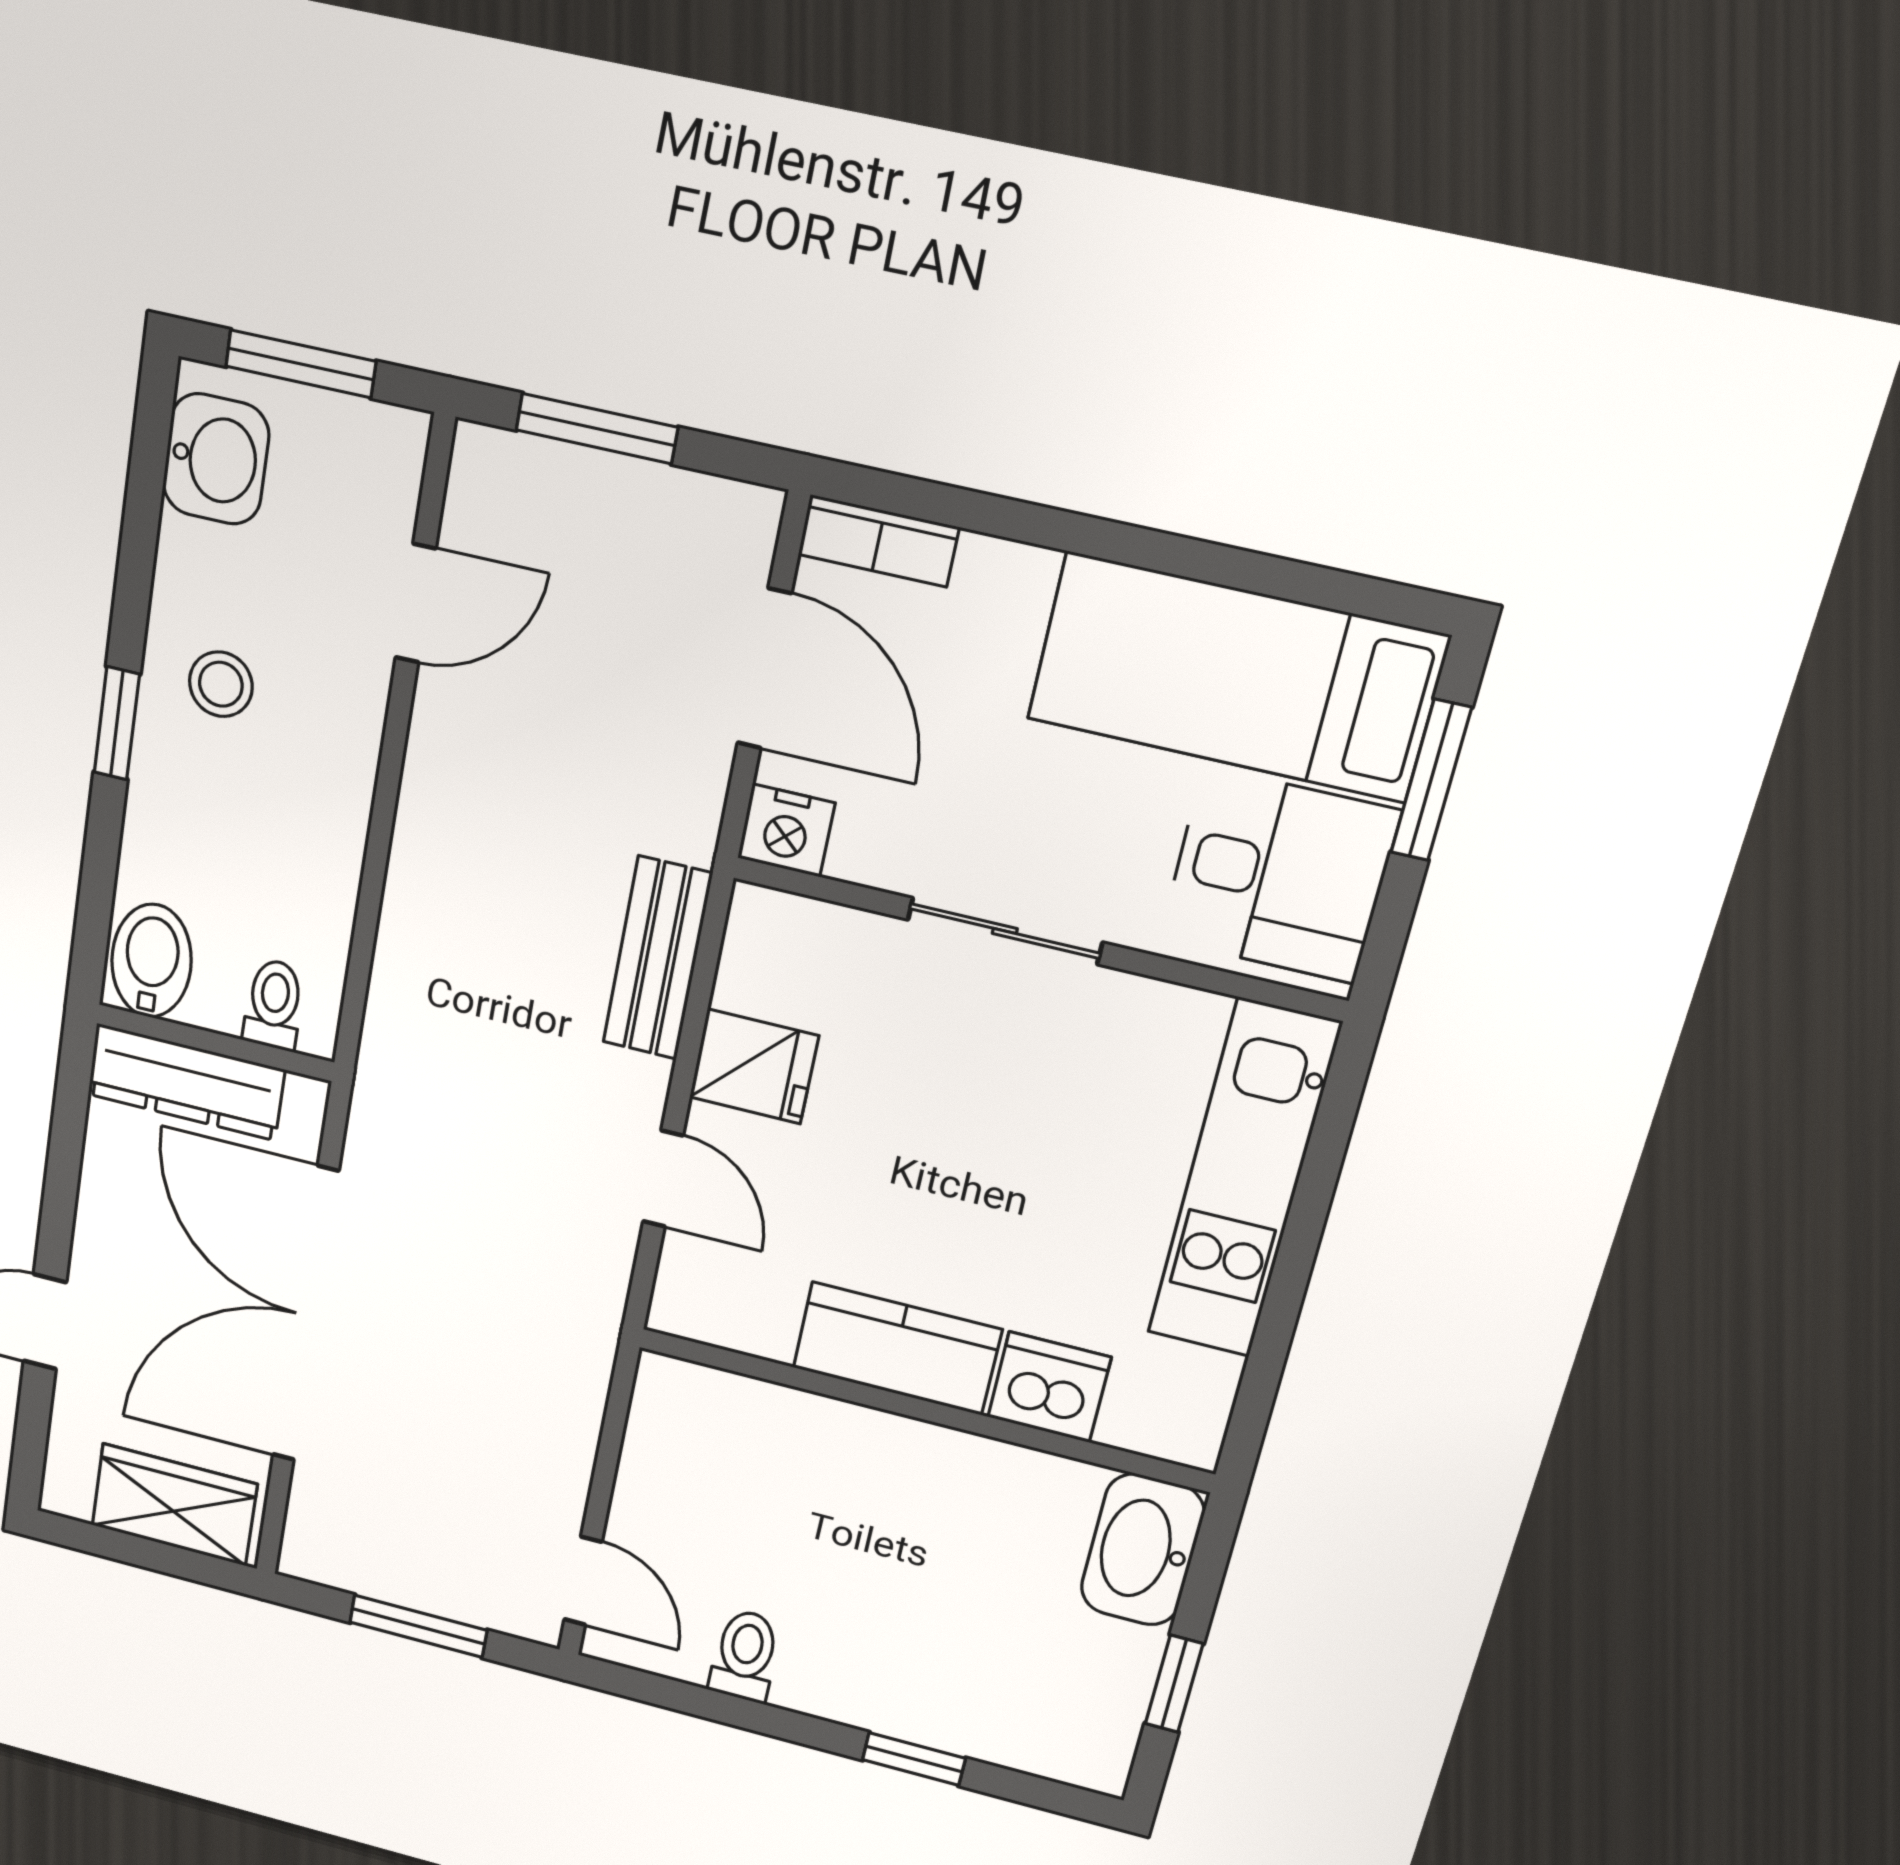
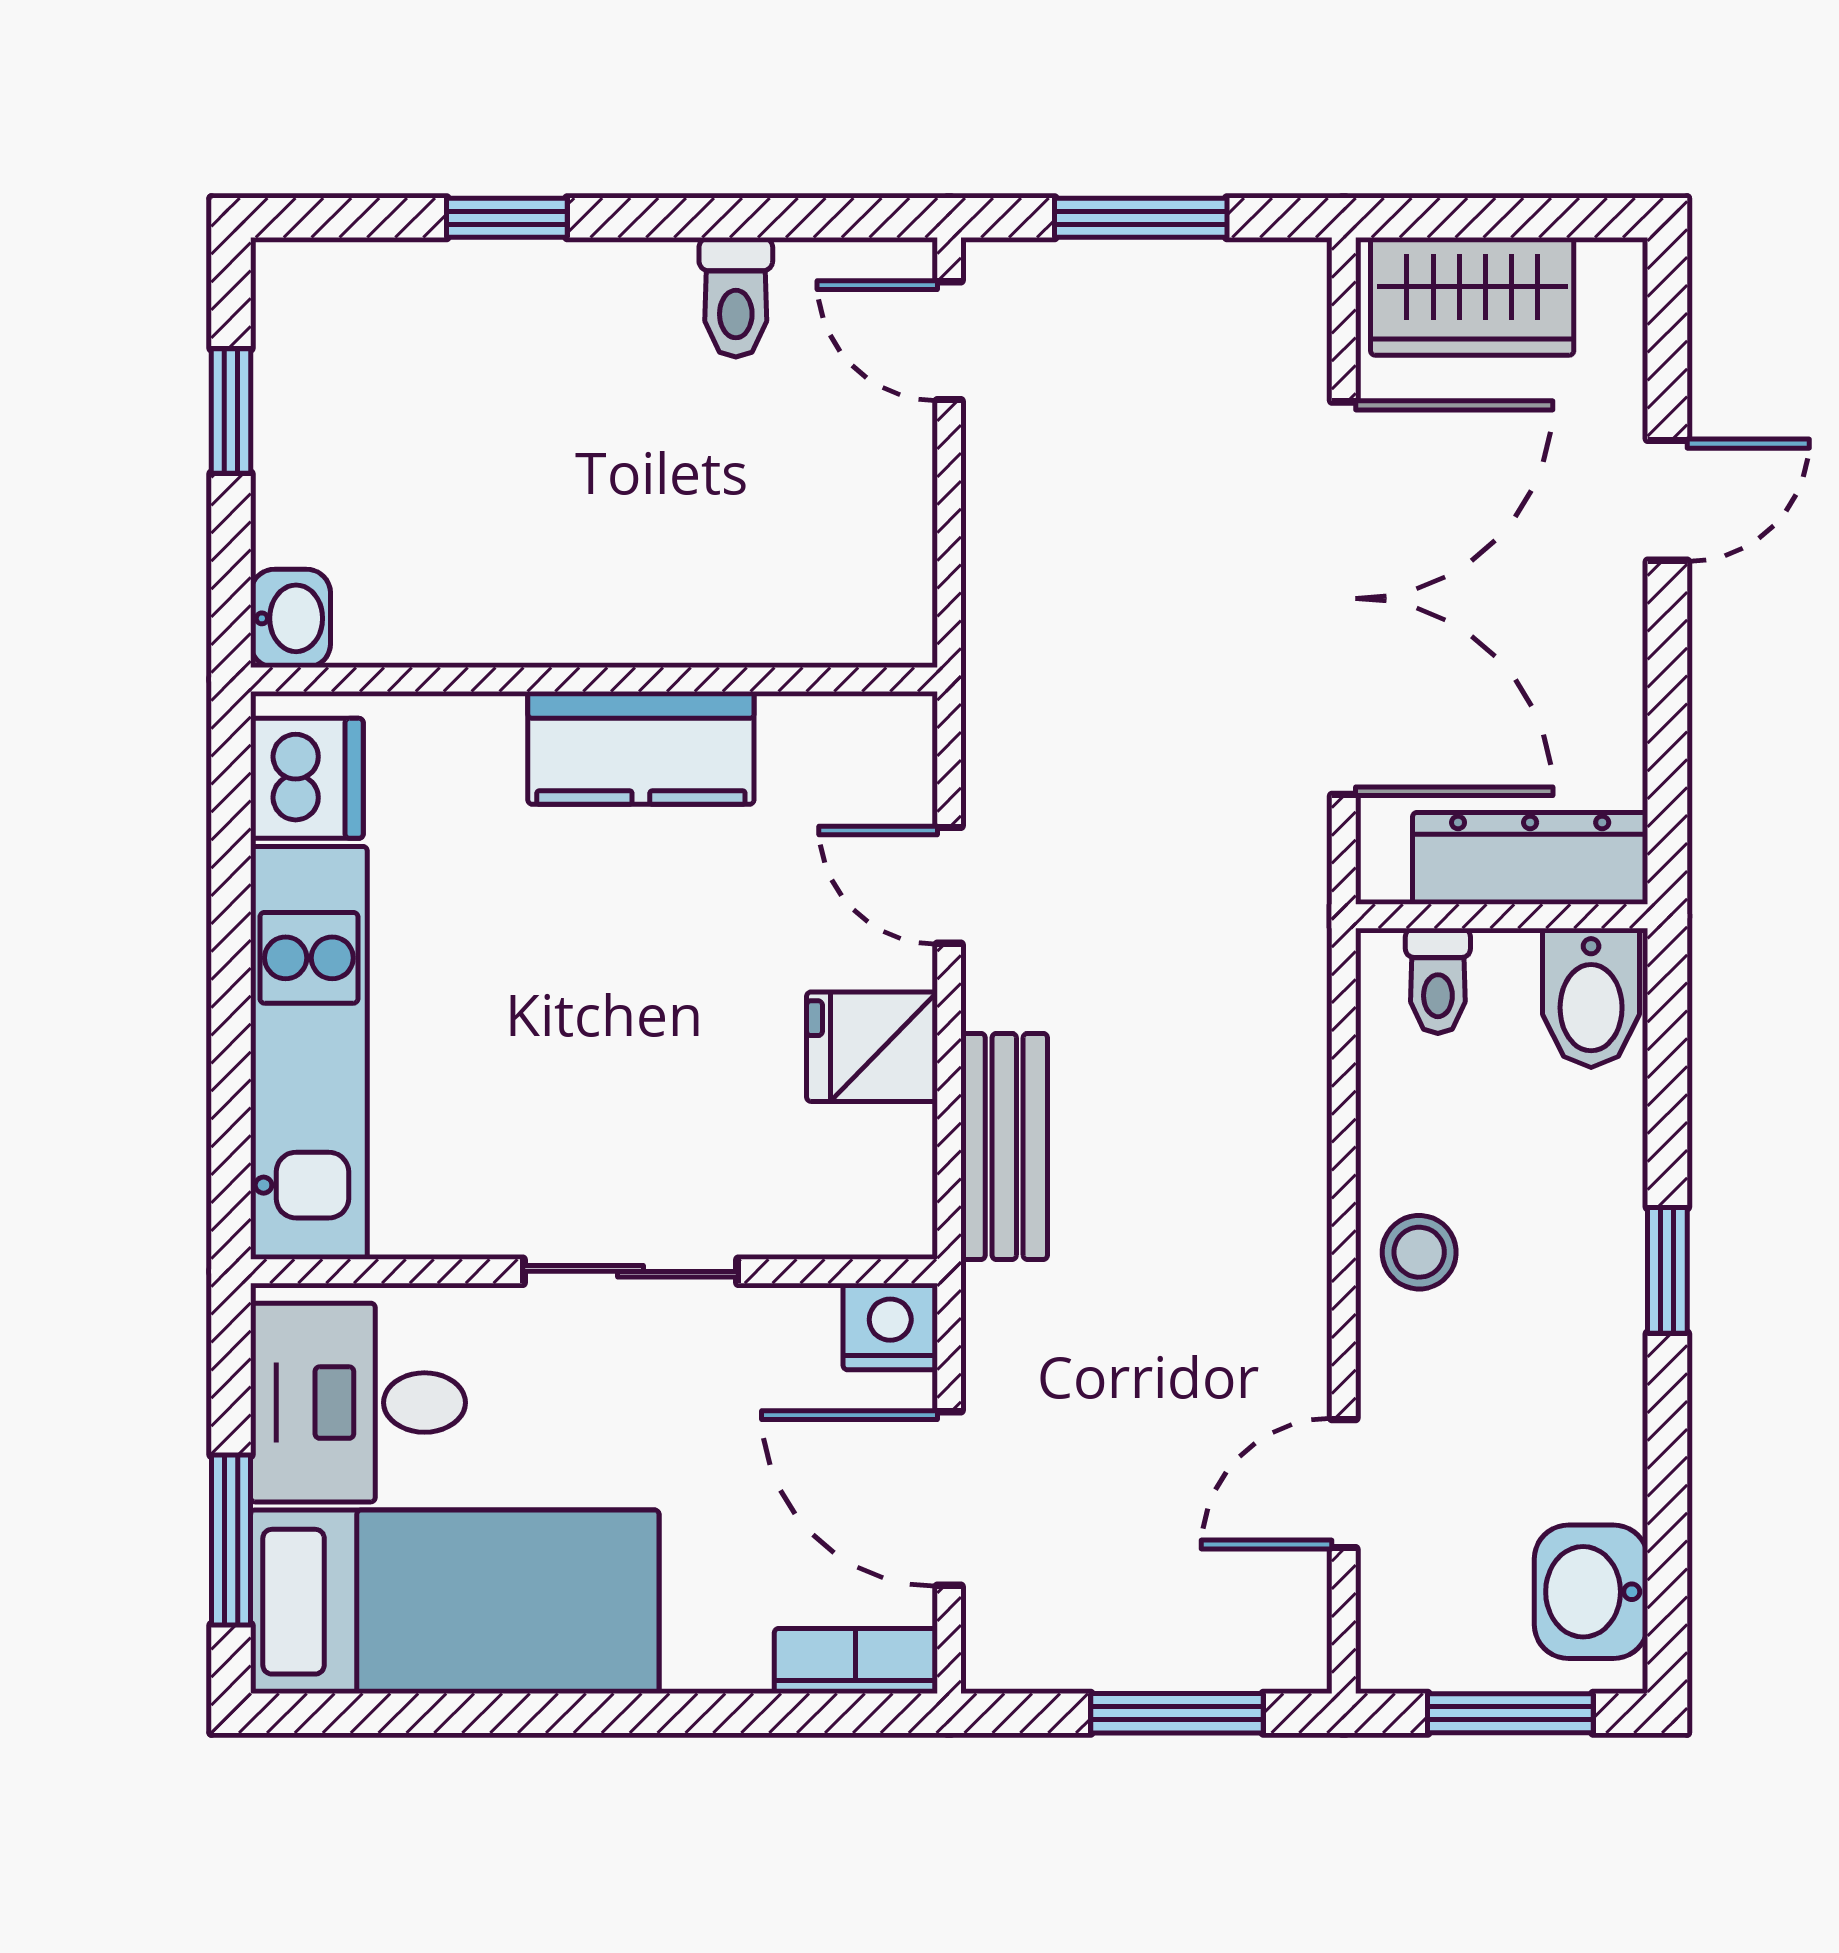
stool: (221, 684) -> (1419, 1252), moved
dishwasher: (1049, 1387) -> (307, 778), moved, turned -90
washbasin: (1142, 1550) -> (291, 618), width x0.52, depth x0.69

